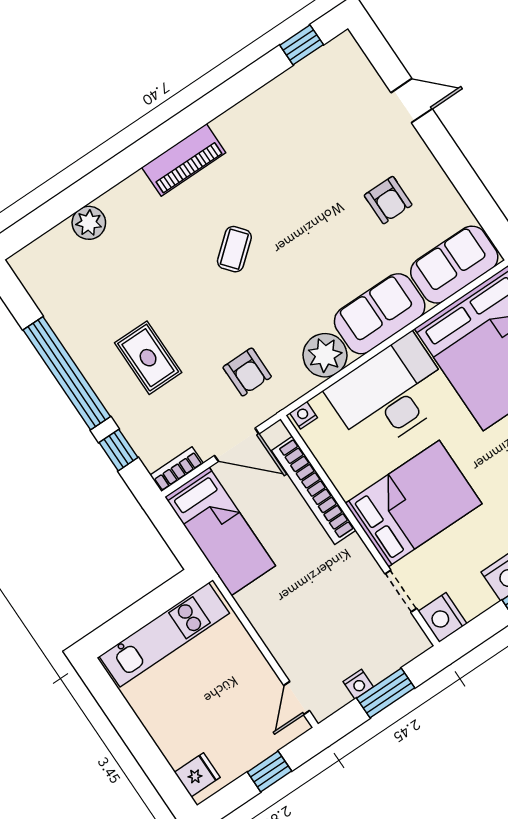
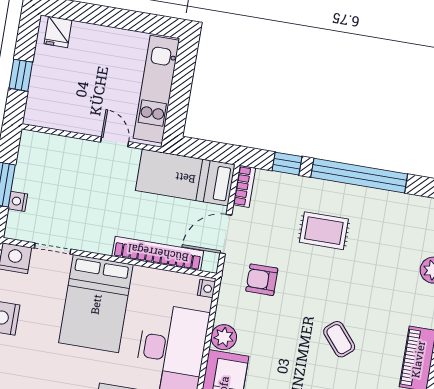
plant: (325, 355) -> (224, 337), width x0.73, depth x0.73
nightstand: (358, 684) -> (18, 201), moved
door: (297, 698) -> (115, 142), moved

